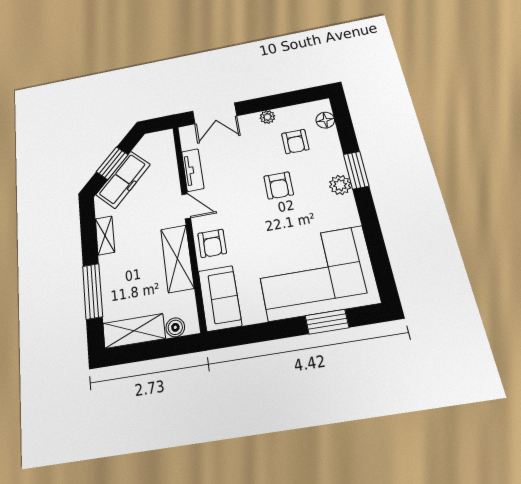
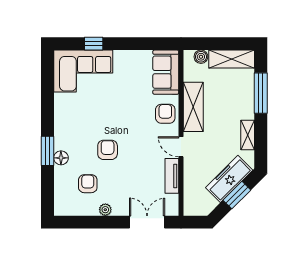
floor lamp: (325, 120) -> (61, 158), moved
plant: (340, 185) -> (62, 141), removed
corner sofa: (316, 273) -> (83, 71), width x0.73, depth x0.74
window: (327, 322) -> (94, 44), width x0.67

